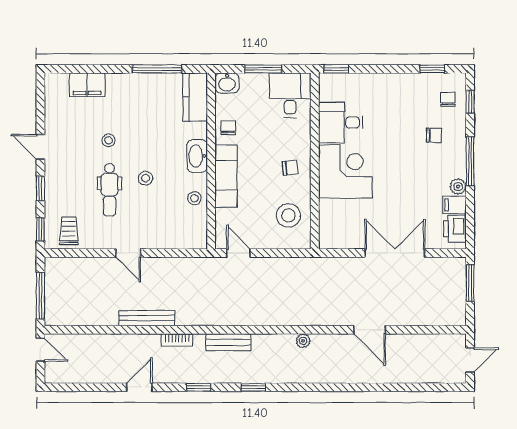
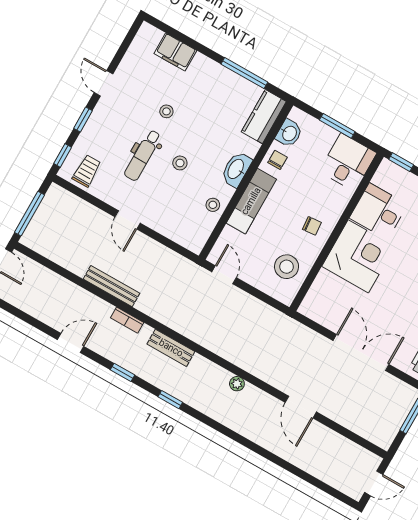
washbasin: (227, 83) -> (289, 133), moved, turned -90

